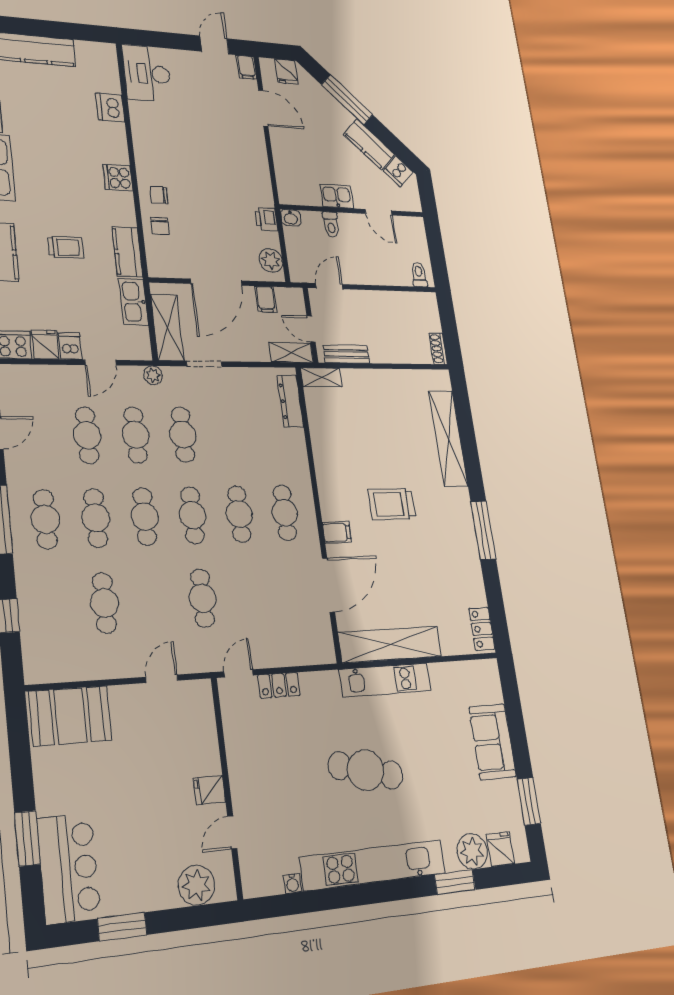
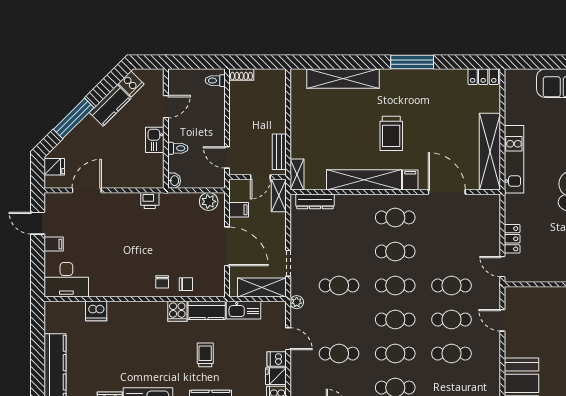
filing cabinet: (247, 67) -> (54, 244), moved
cooker: (118, 178) -> (177, 311), moved
printer: (266, 219) -> (150, 200), moved
shoe rack: (438, 349) -> (241, 75), moved
cafe table: (136, 435) -> (451, 320), moved
shelving: (328, 468) -> (364, 180), added

